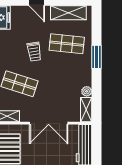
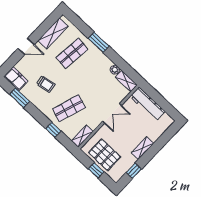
trolley: (34, 52) -> (46, 84), moved
double door: (49, 123) -> (112, 113), width x0.73

